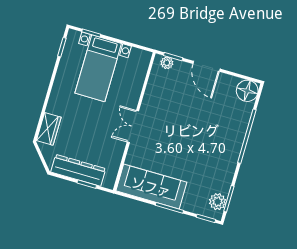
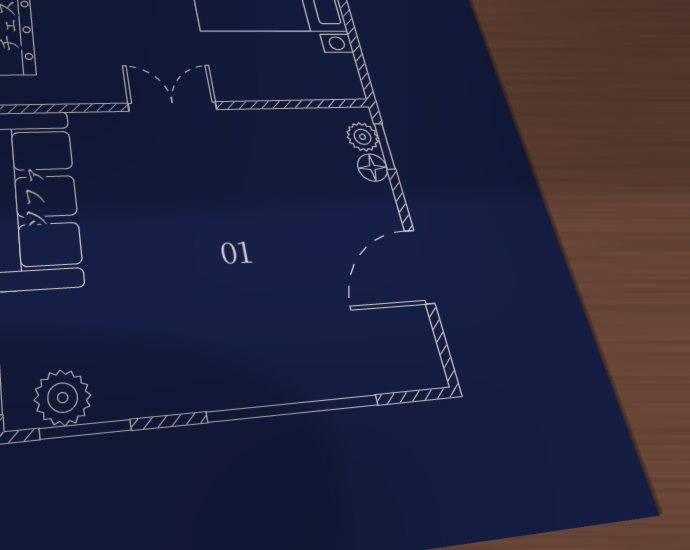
door: (207, 66) -> (420, 267), moved
floor lamp: (247, 91) -> (372, 168), moved, width x0.53, depth x0.53

